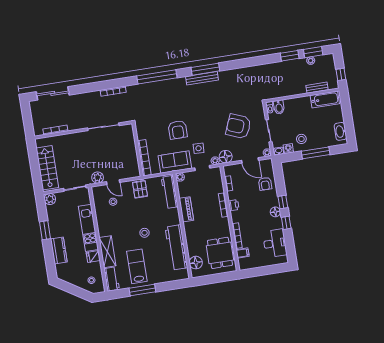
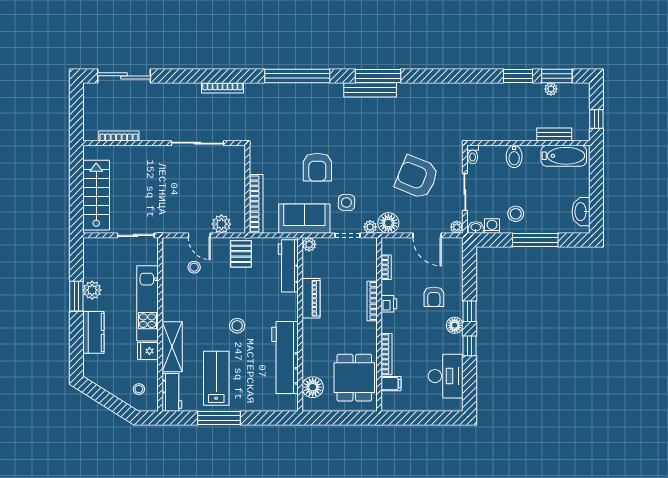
bidet: (279, 107) -> (514, 156), moved
plant: (98, 178) -> (221, 224), moved
armchair: (265, 184) -> (434, 297), moved
plant: (50, 199) -> (92, 290), moved

